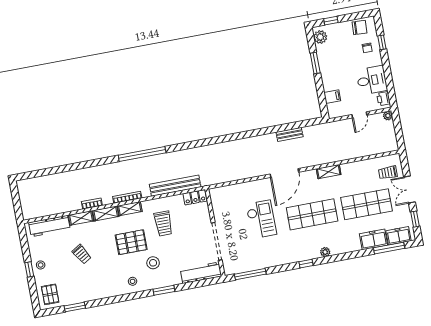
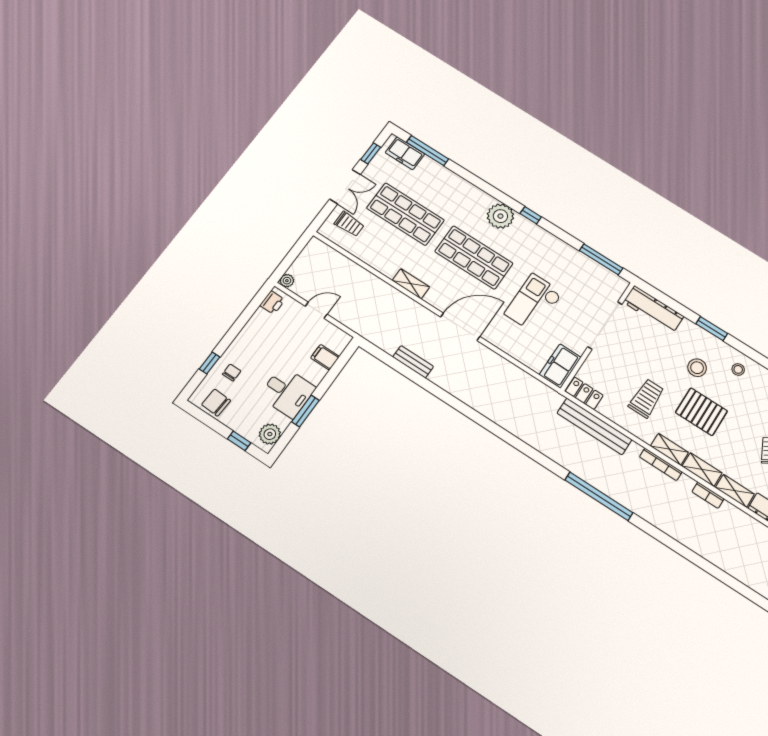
desk: (372, 80) -> (287, 392), moved, turned 180
freezer: (374, 239) -> (560, 366), moved, turned 90
plant: (325, 252) -> (500, 216), width x1.88, depth x1.88

